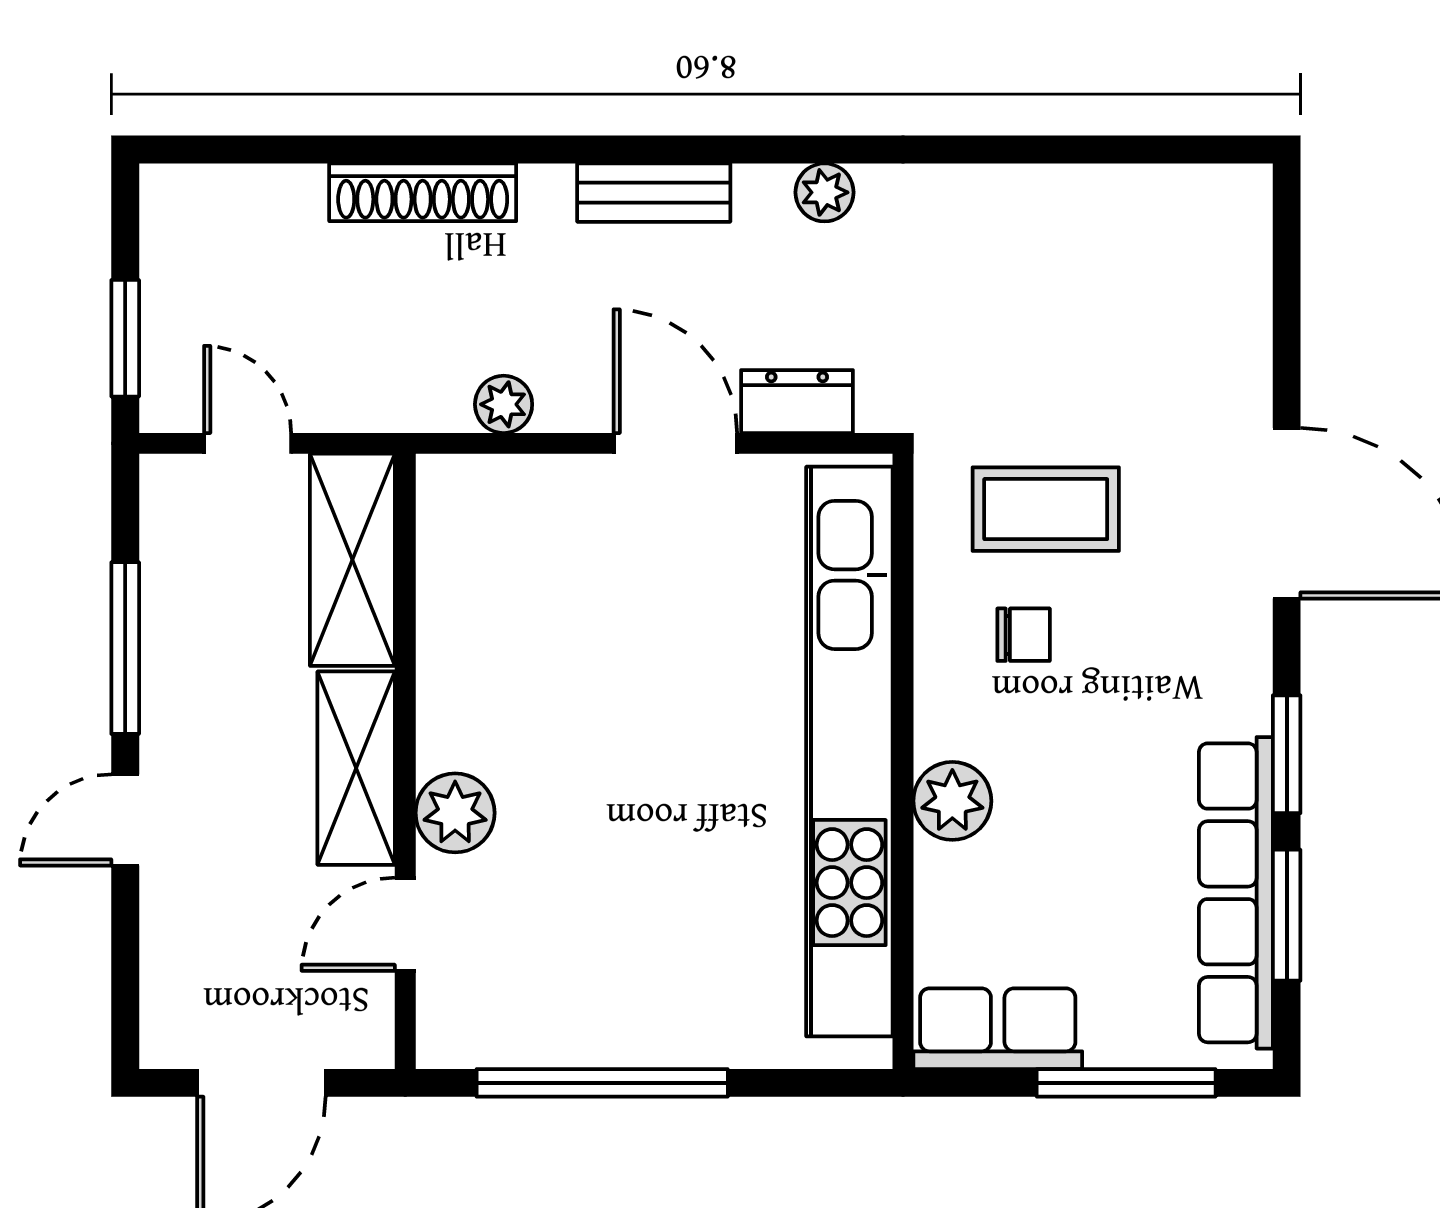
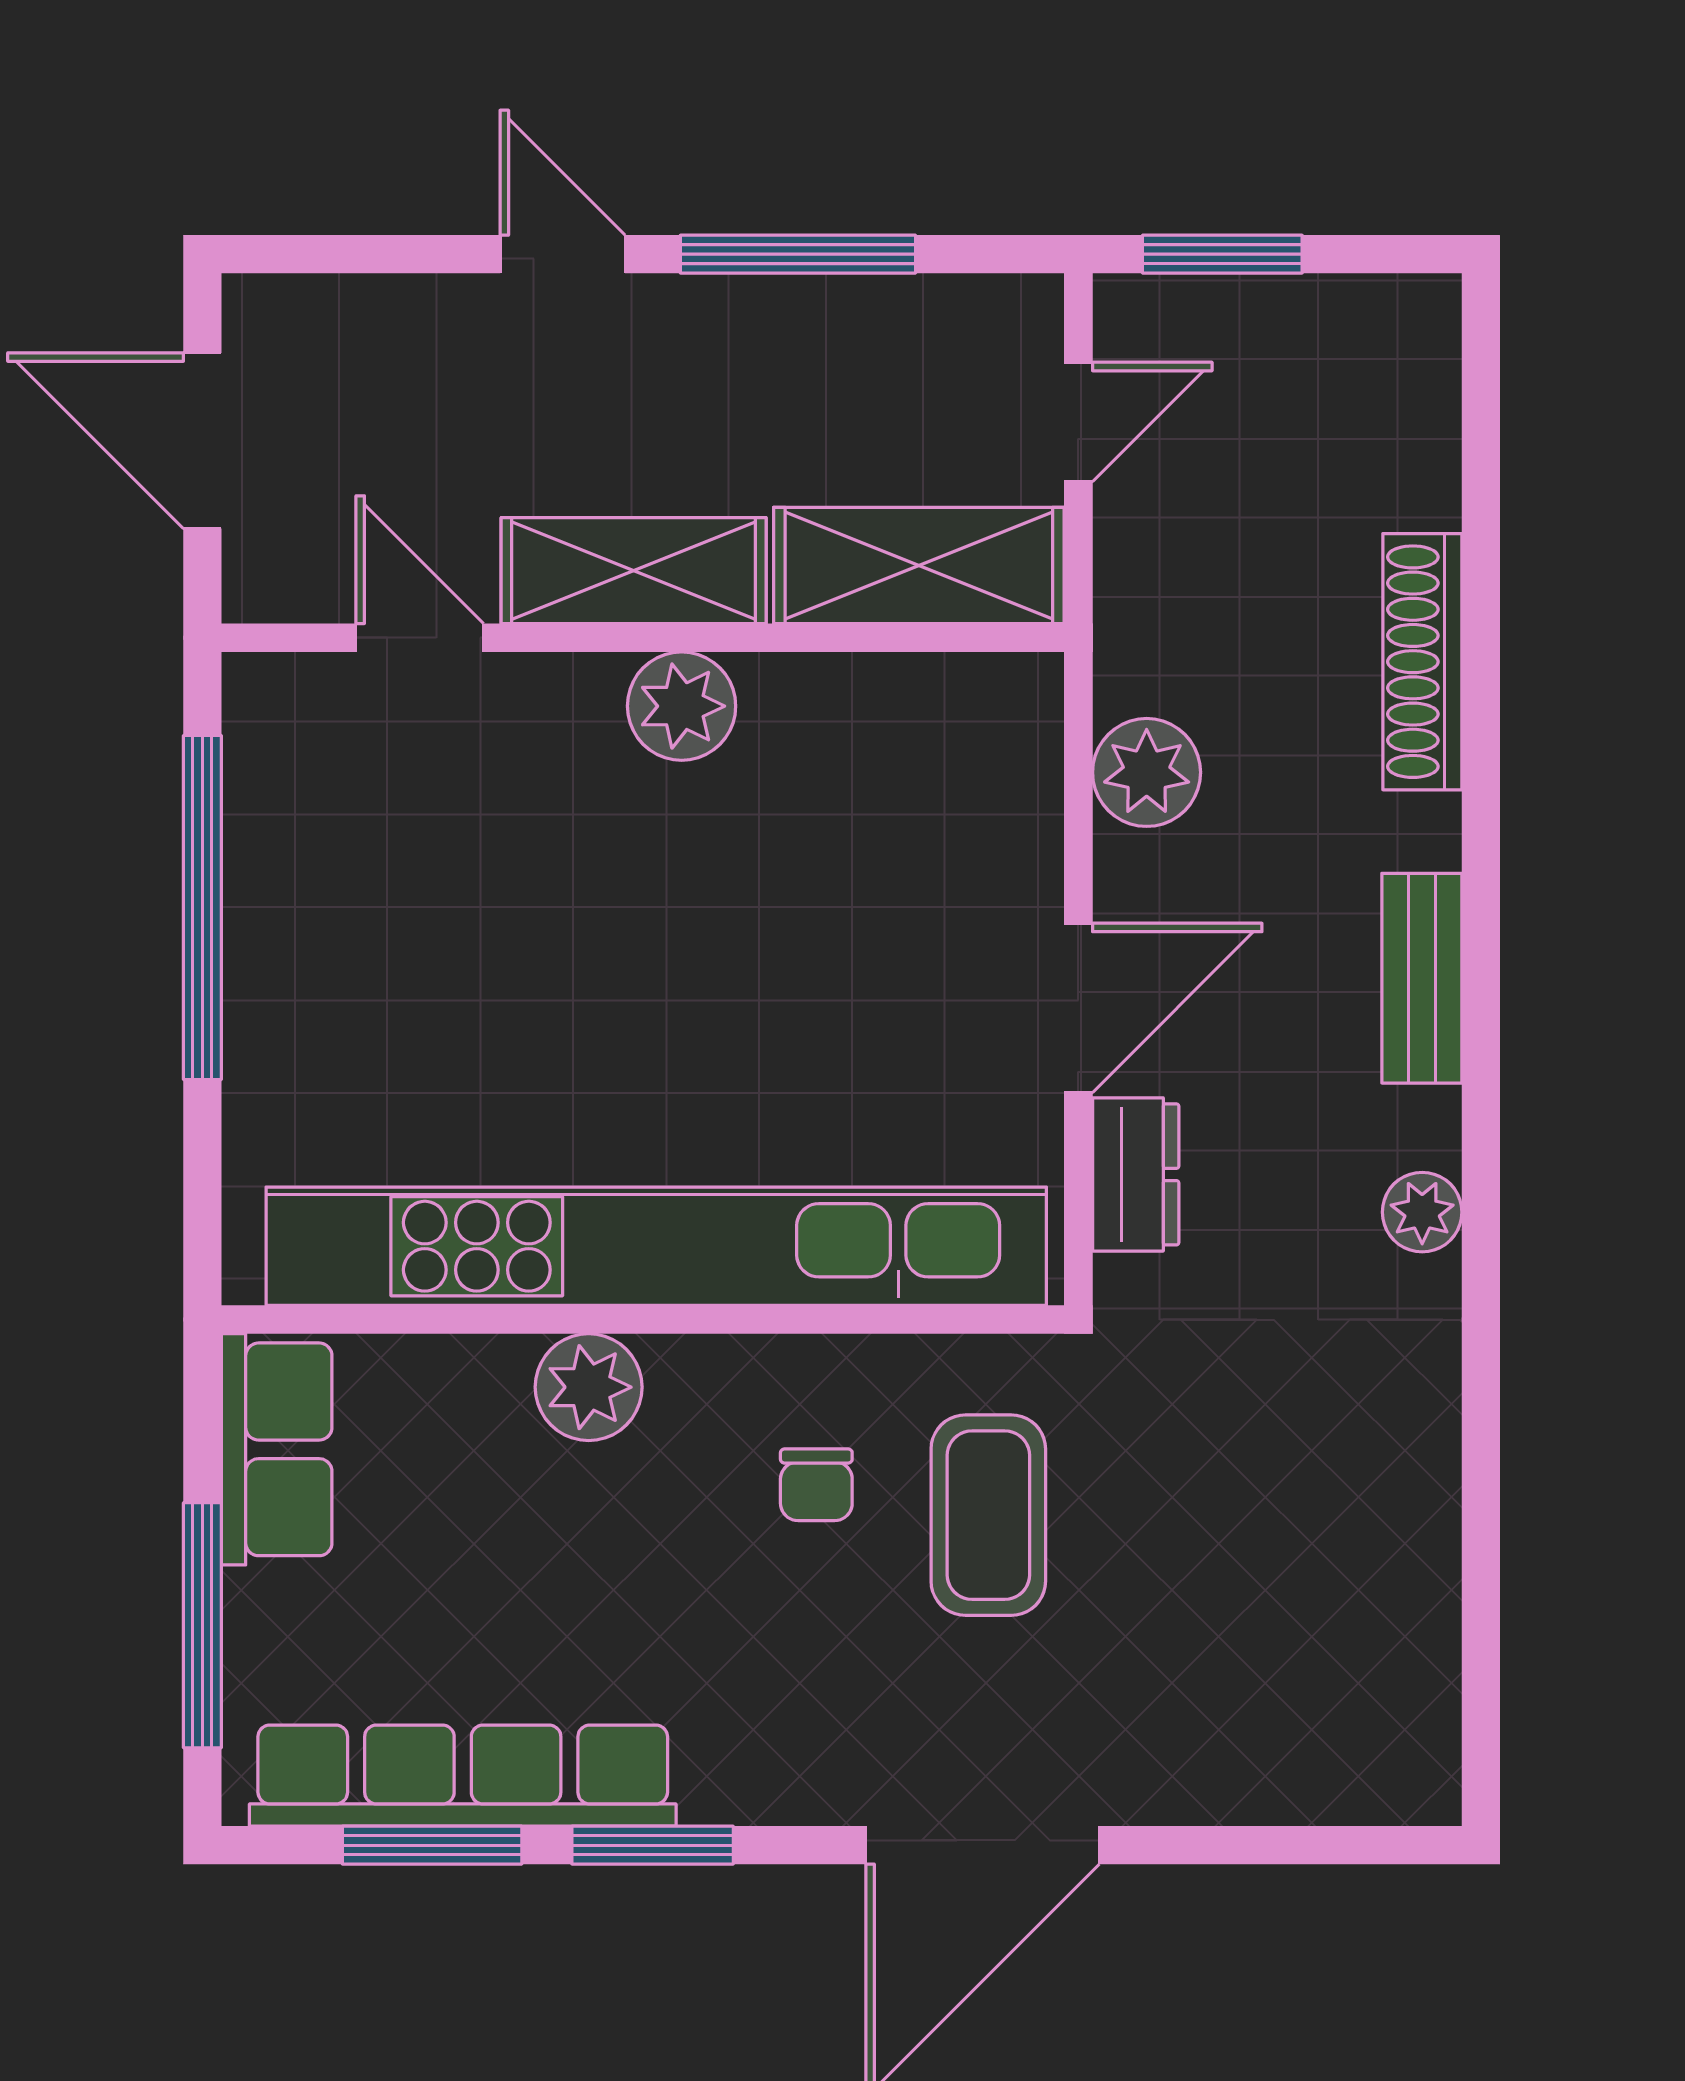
plant: (504, 404) -> (1147, 772), width x1.38, depth x1.38
plant: (455, 813) -> (682, 706), moved

